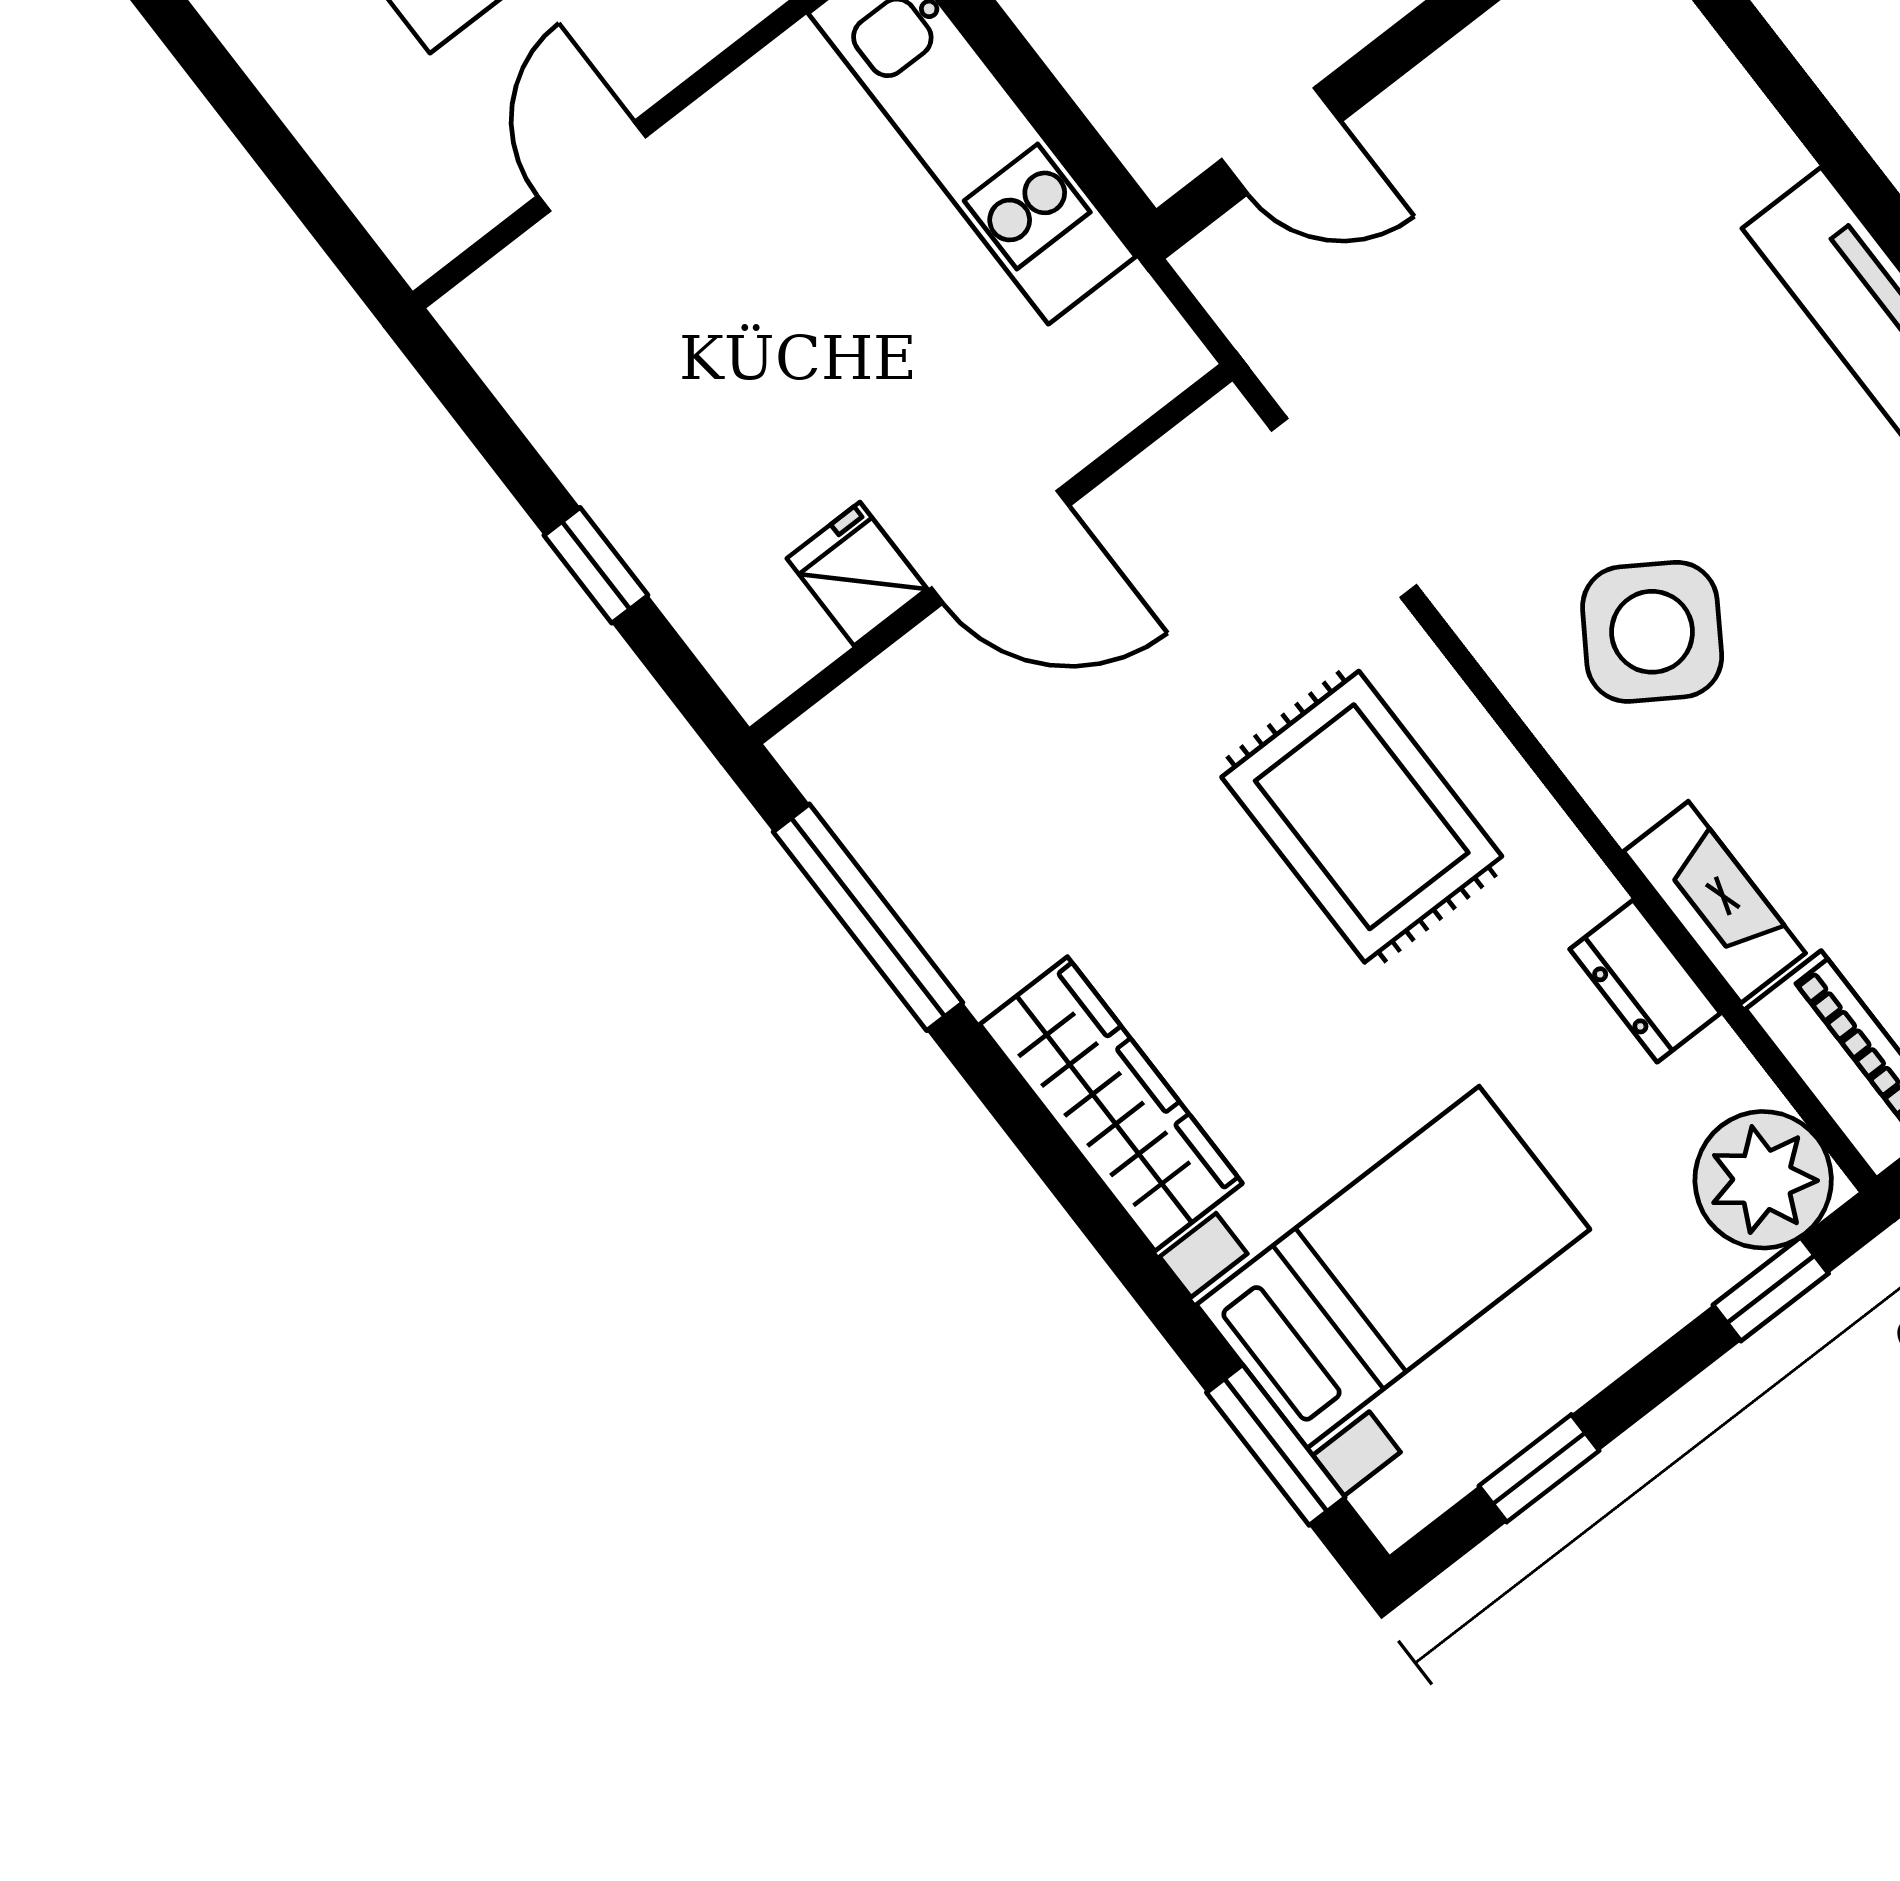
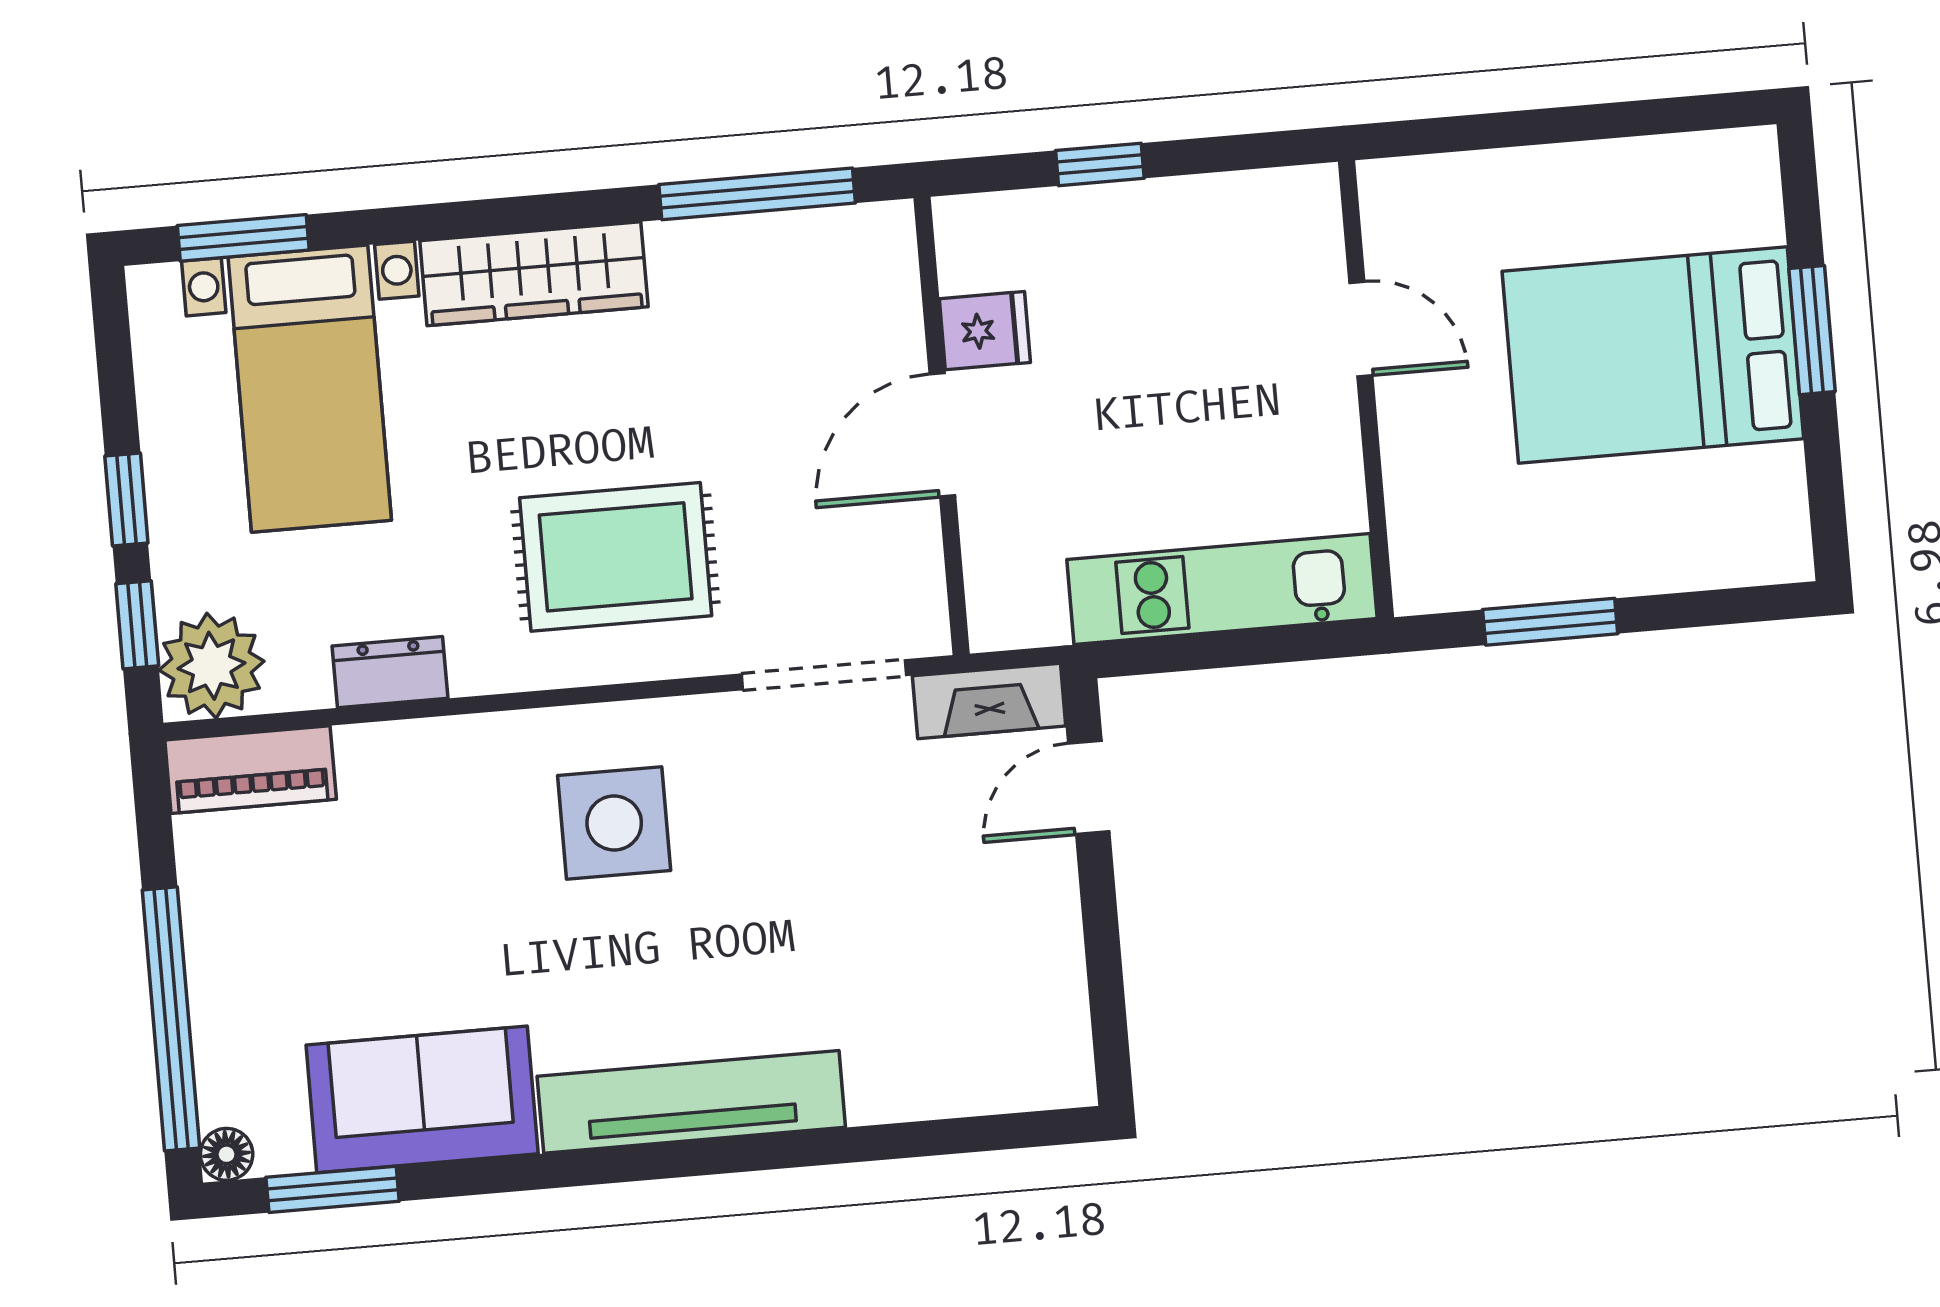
side table: (1652, 632) -> (614, 823), turned -33
fireplace: (1715, 902) -> (989, 701), moved
window: (1539, 1468) -> (126, 499), moved

